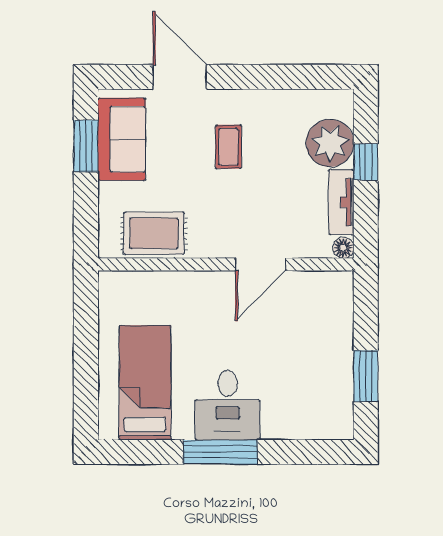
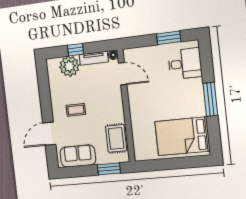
window: (86, 146) -> (109, 169), moved
door: (261, 264) -> (123, 74), moved
bed: (145, 383) -> (182, 136), width x1.50
desk: (228, 405) -> (185, 64), moved

